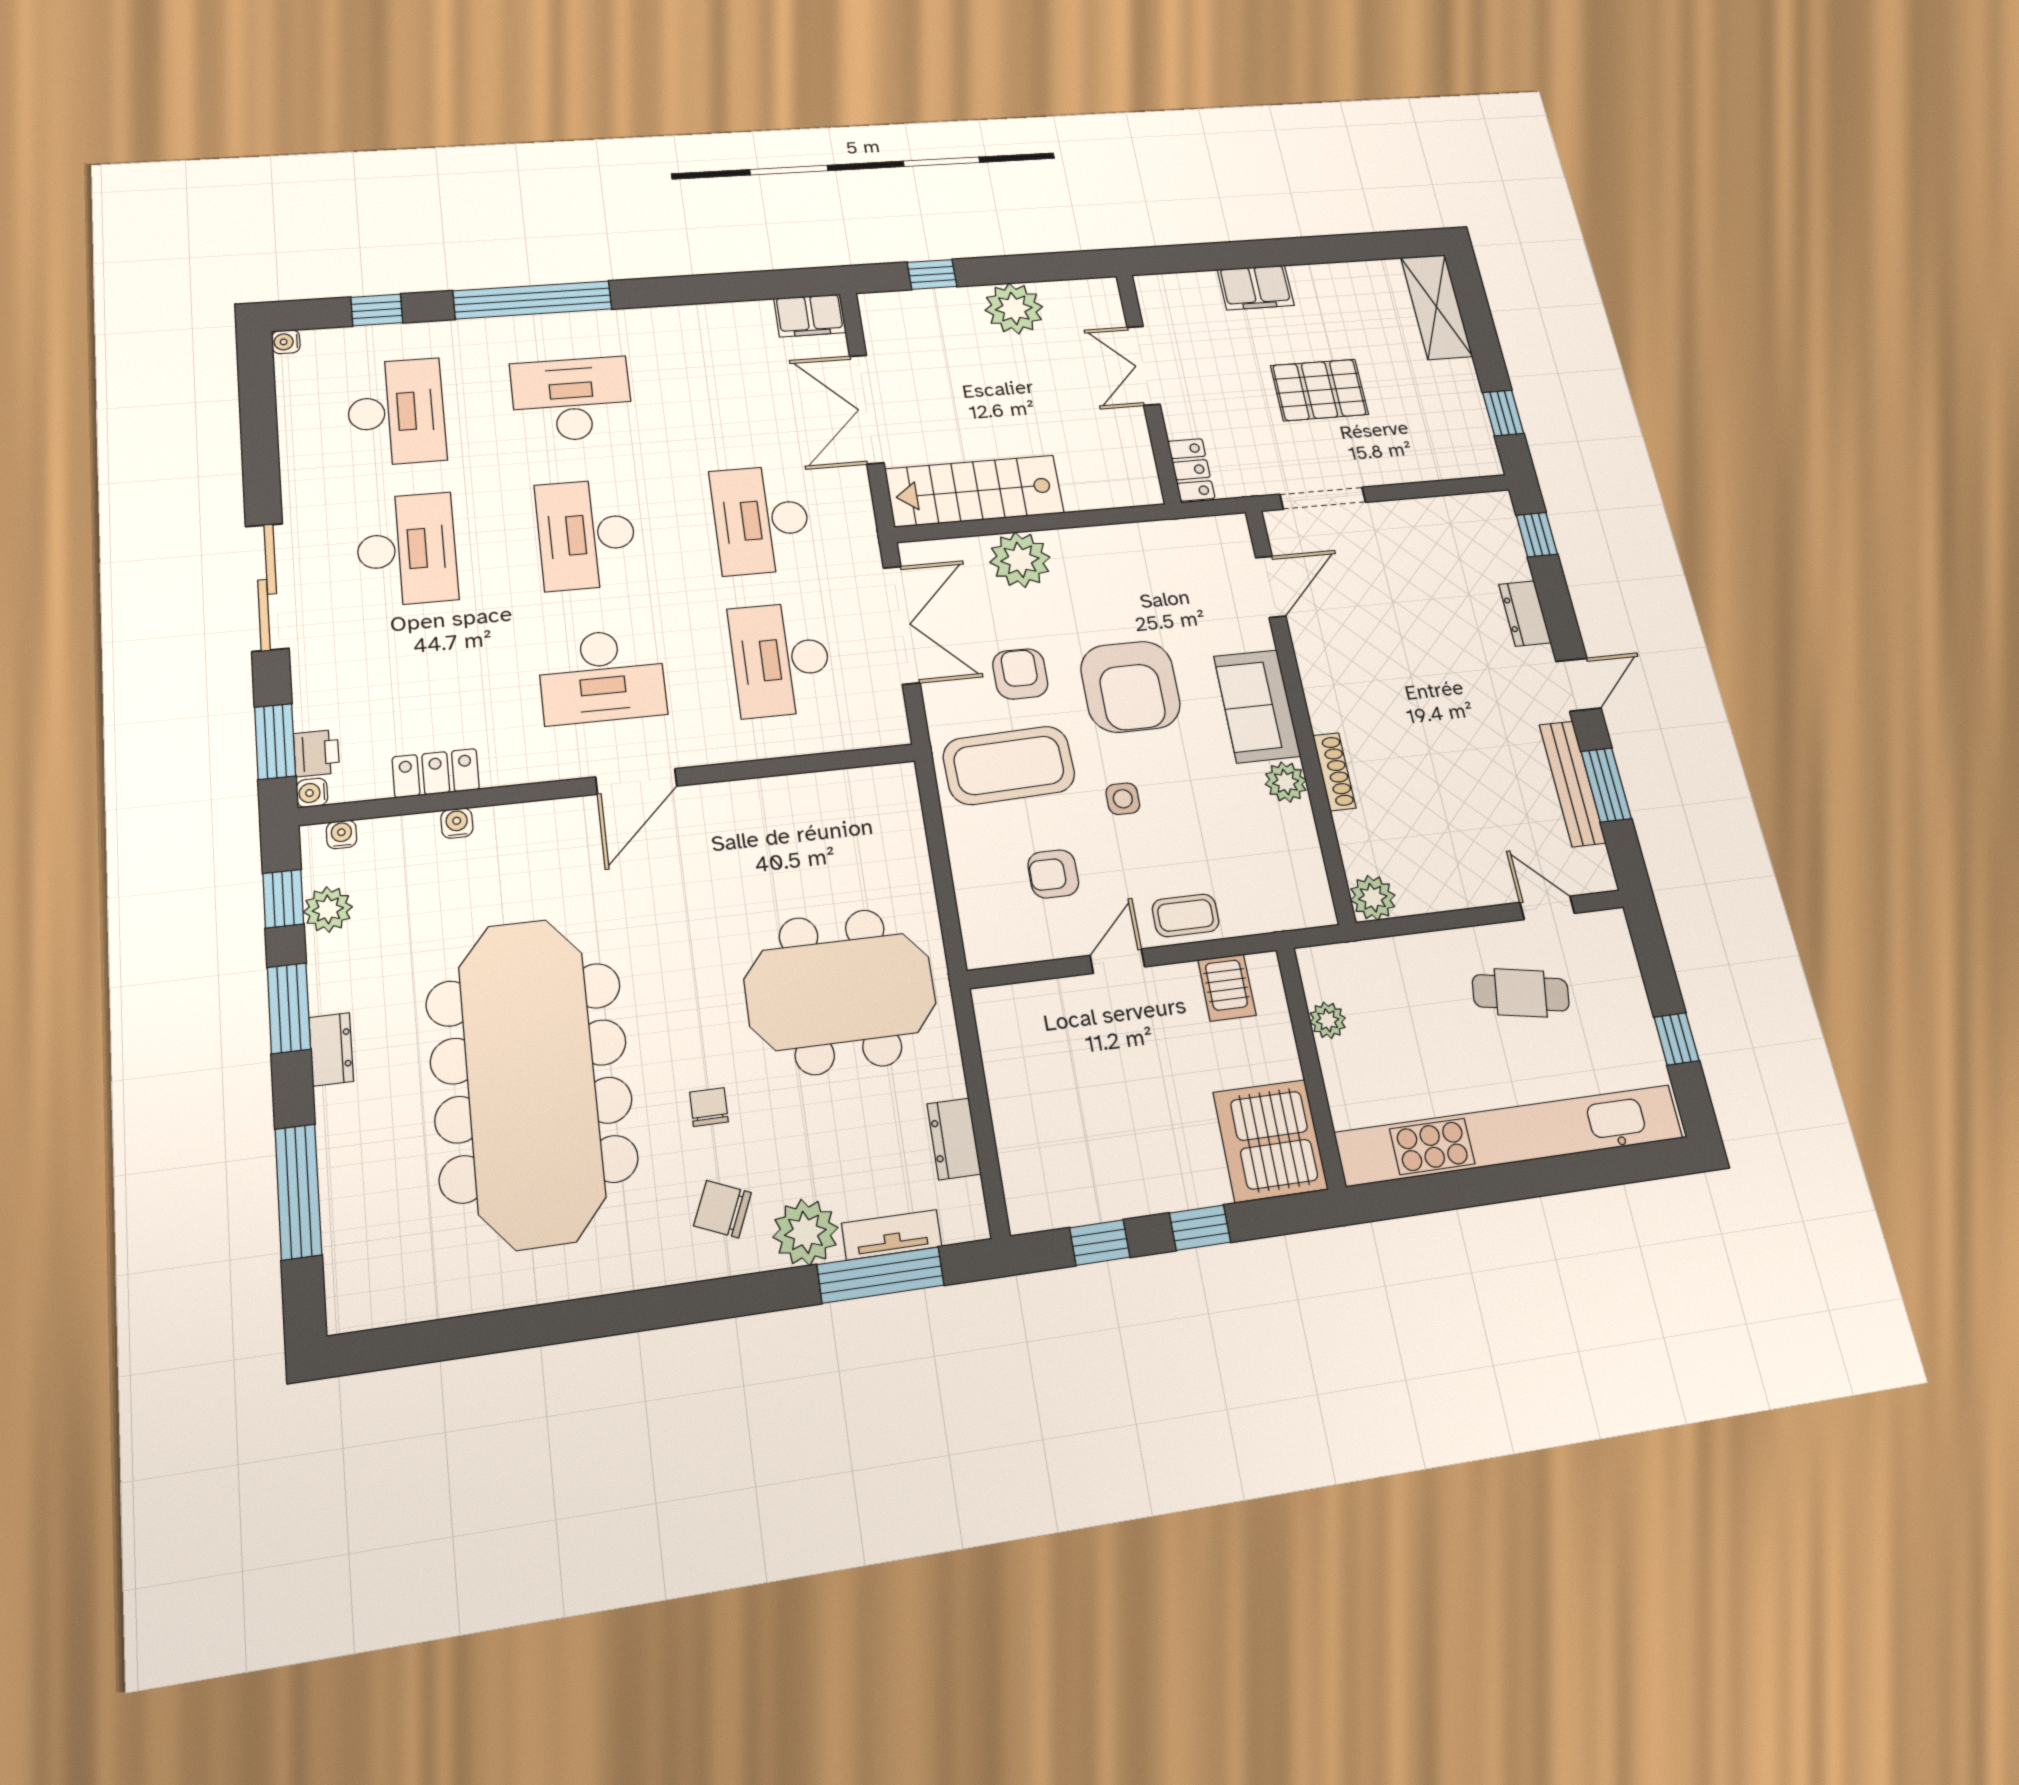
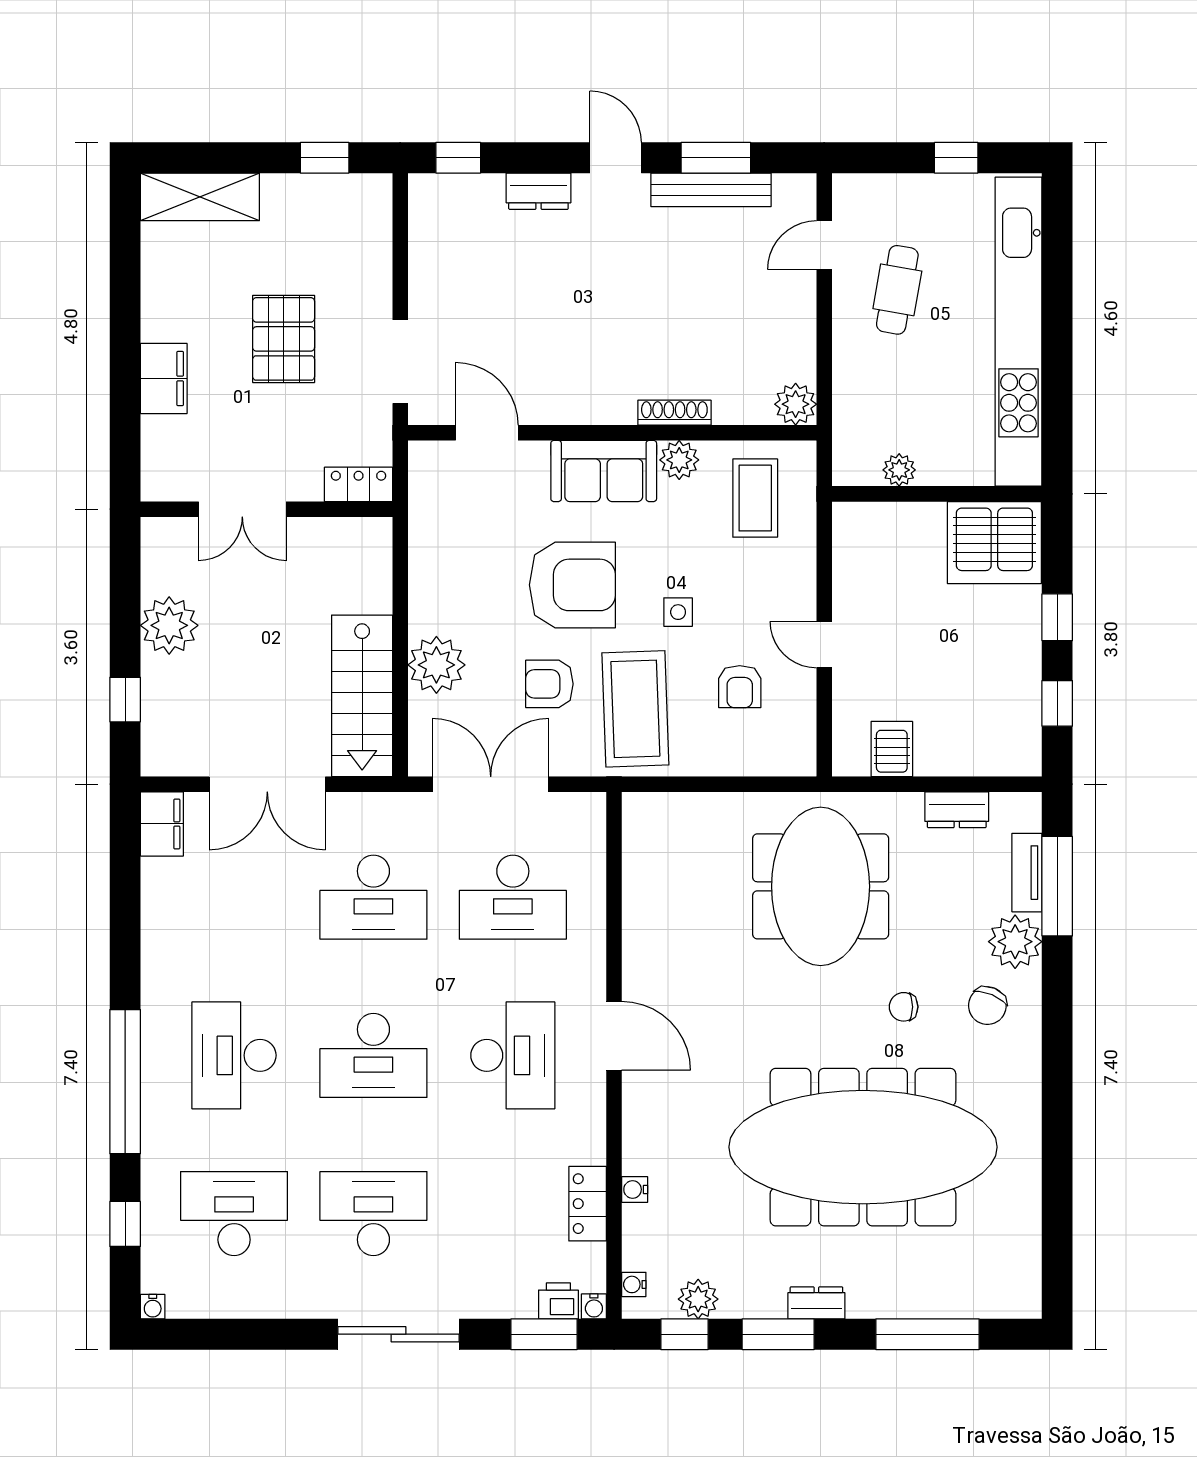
coffee table: (1186, 915) -> (755, 498), moved, width x1.36, depth x1.30
server rack: (1227, 988) -> (892, 749), moved, turned -90

